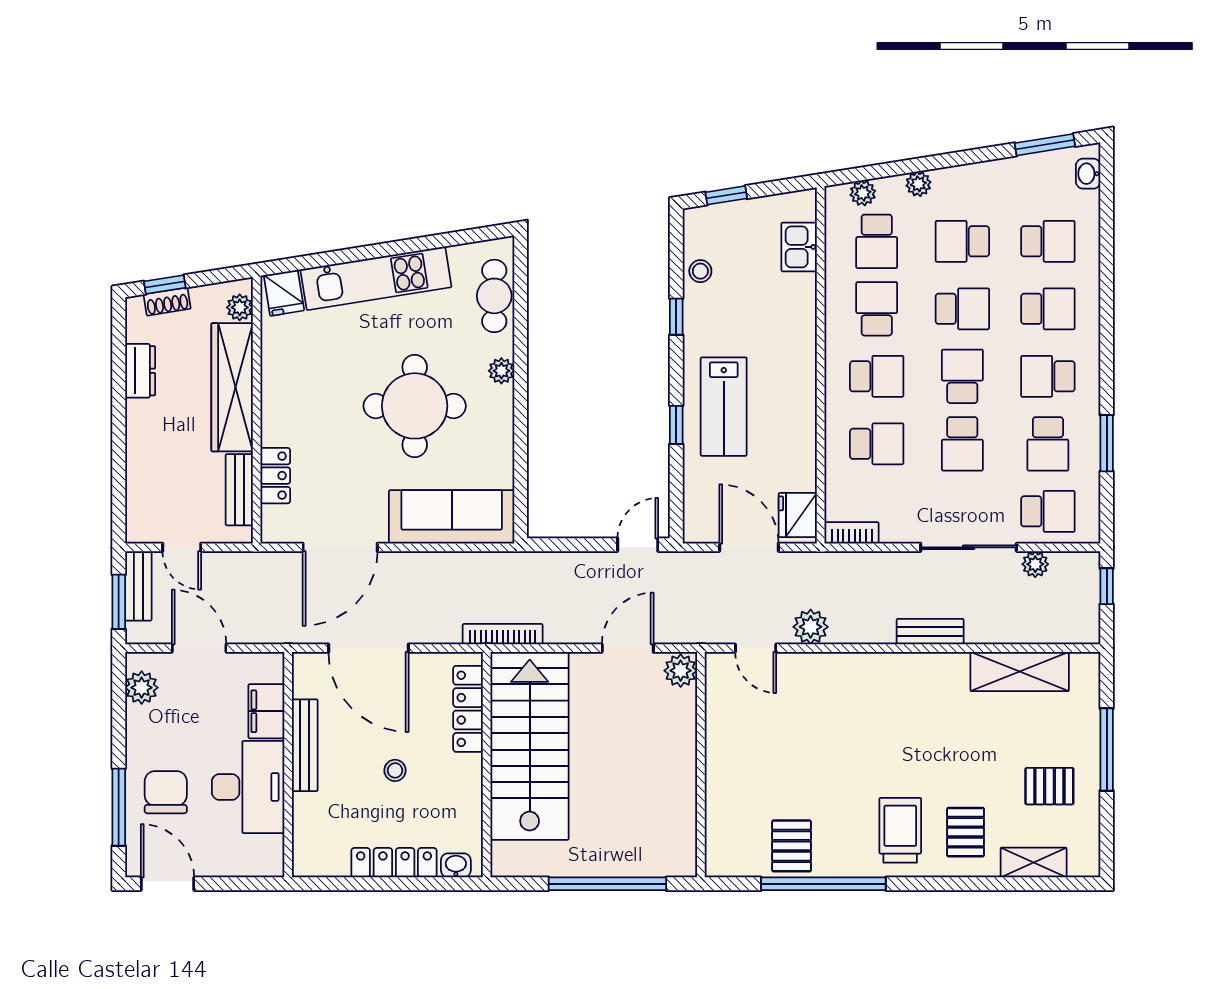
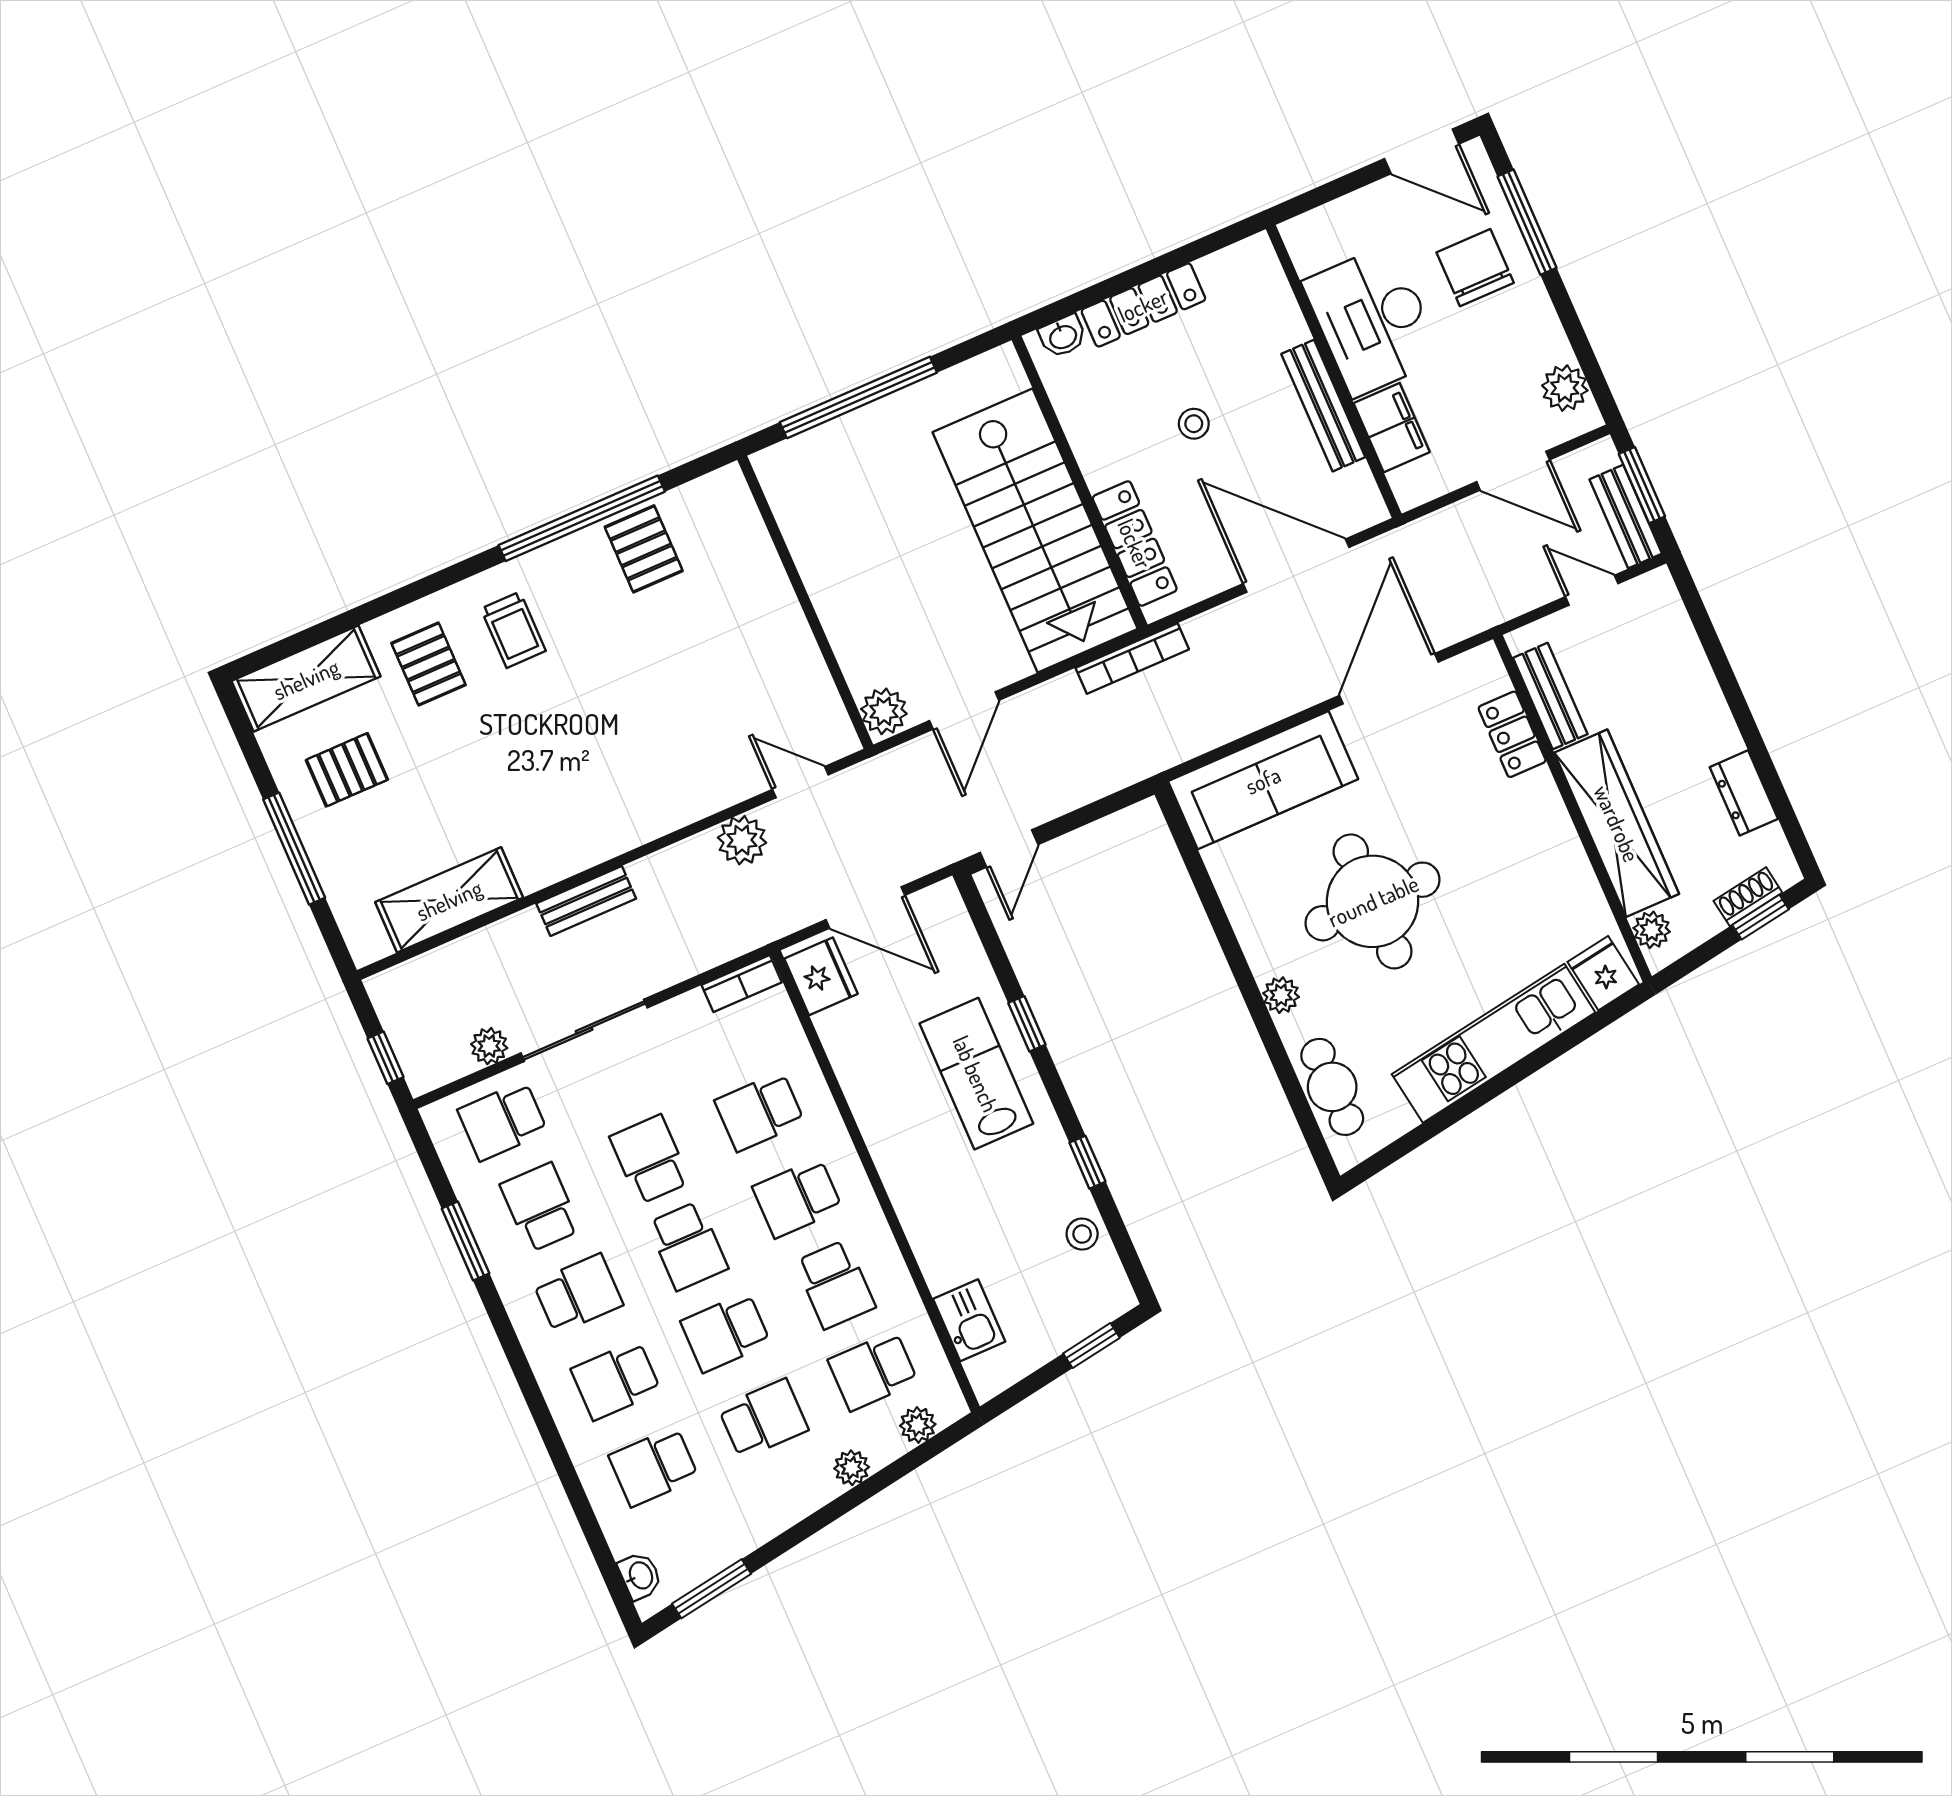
school desk: (877, 241) -> (873, 1371), turned -90
chair: (166, 792) -> (1475, 268), turned 180
trolley: (900, 830) -> (513, 630), width x0.73, depth x0.72
shelving: (1034, 863) -> (306, 679), width x1.50, depth x1.33

